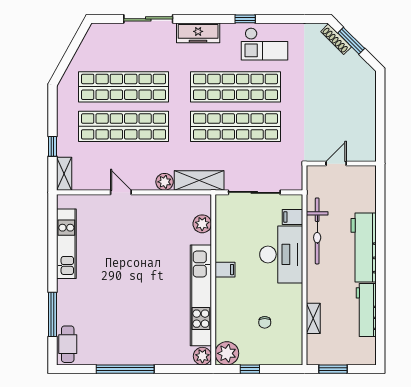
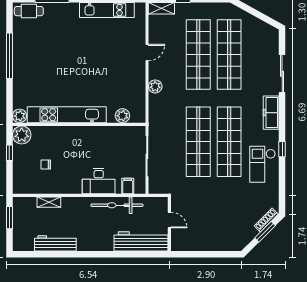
shelving: (199, 181) -> (156, 113), removed
workbench: (364, 247) -> (141, 241), moved
desk: (281, 254) -> (99, 181), width x0.73, depth x0.77
filing cabinet: (225, 270) -> (87, 134), removed

